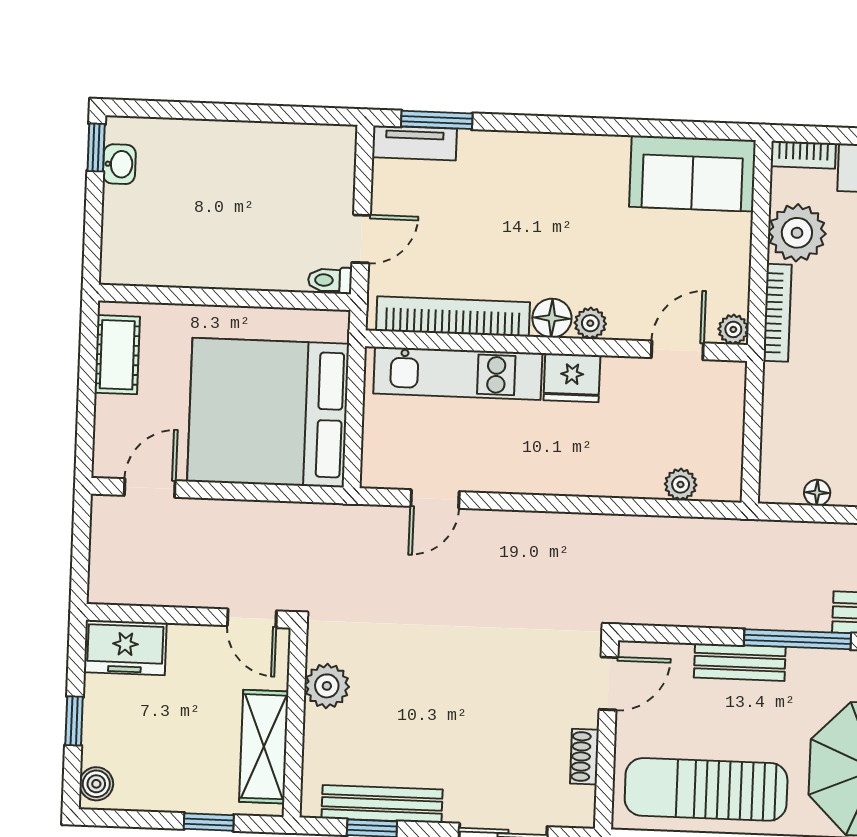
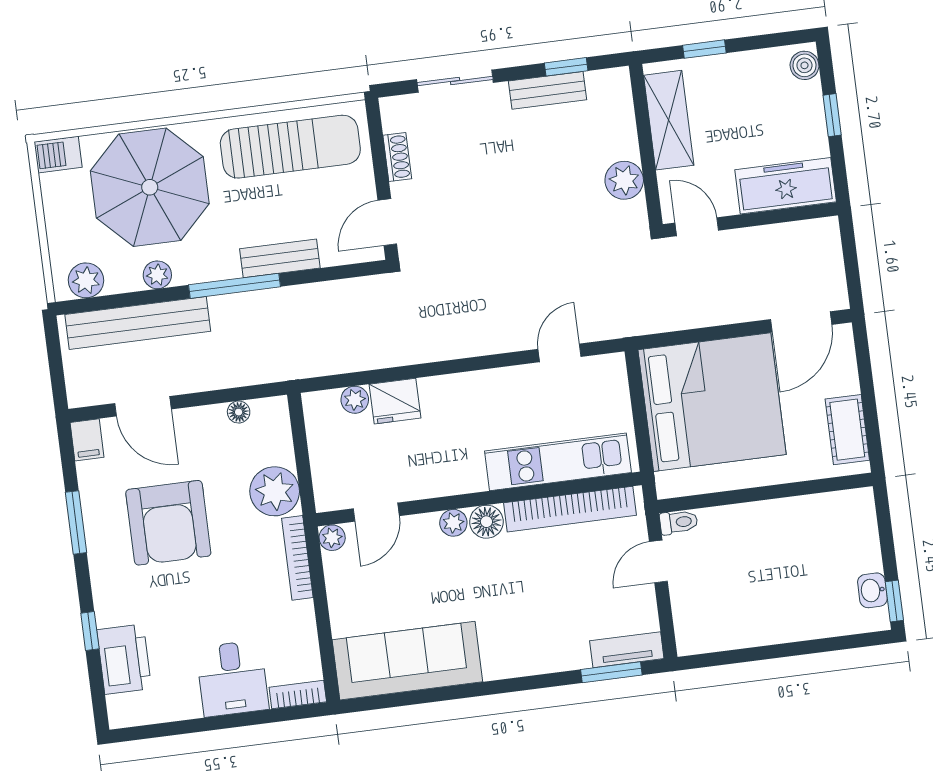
sofa: (692, 174) -> (407, 661), width x1.36
plant: (797, 233) -> (275, 491), moved
fridge: (572, 378) -> (395, 401), moved, turned 180
door: (150, 488) -> (801, 322), width x1.38
freezer: (125, 648) -> (786, 186), width x1.40
bench: (382, 804) -> (548, 90), width x0.73

